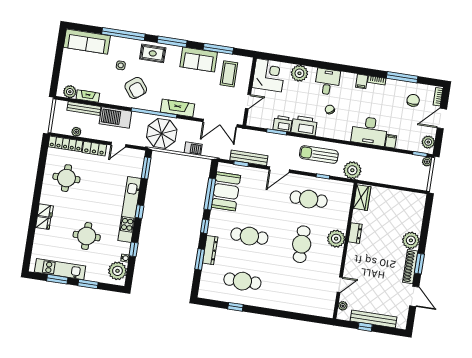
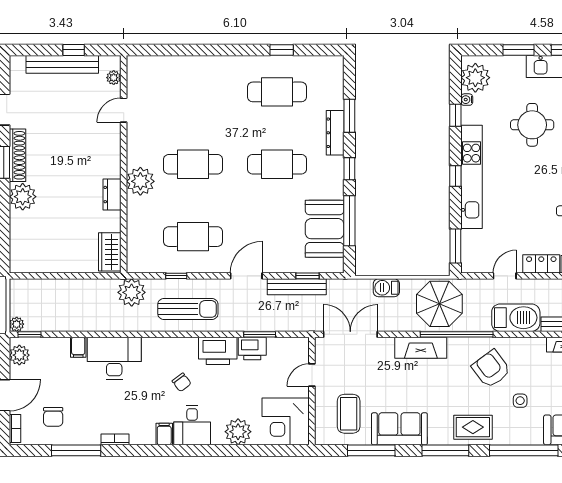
filing cabinet: (362, 81) -> (164, 434), moved
cafe table: (302, 244) -> (193, 164), turned 90

